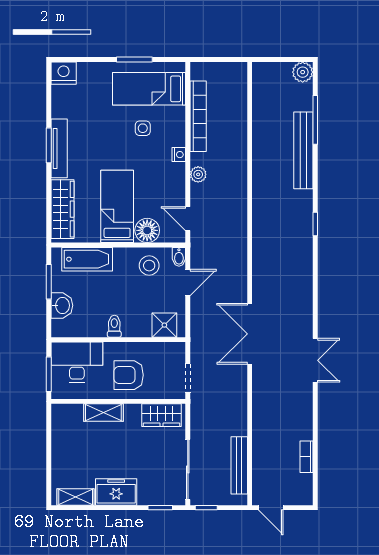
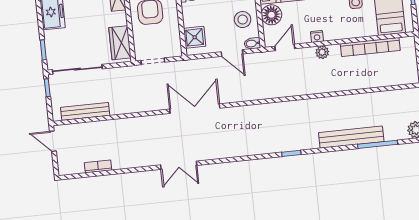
nightstand: (179, 155) -> (317, 36), moved
door: (271, 508) -> (53, 141), hinge flipped

